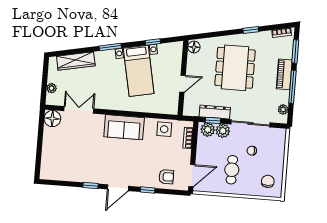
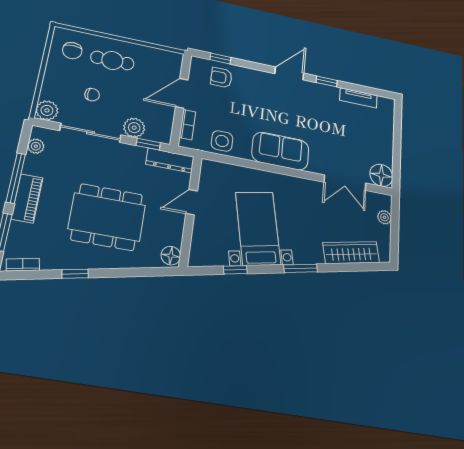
dining table: (235, 68) -> (107, 217), turned 90
dresser: (215, 112) -> (170, 160), moved
plant: (208, 130) -> (47, 110), moved
cafe table: (232, 170) -> (112, 60), moved, turned 90
tv unit: (67, 176) -> (358, 98), added
door: (192, 176) -> (182, 93), moved
window: (148, 190) -> (220, 59), moved

